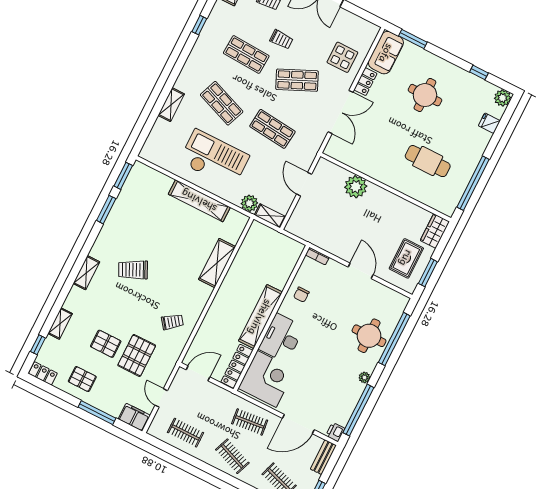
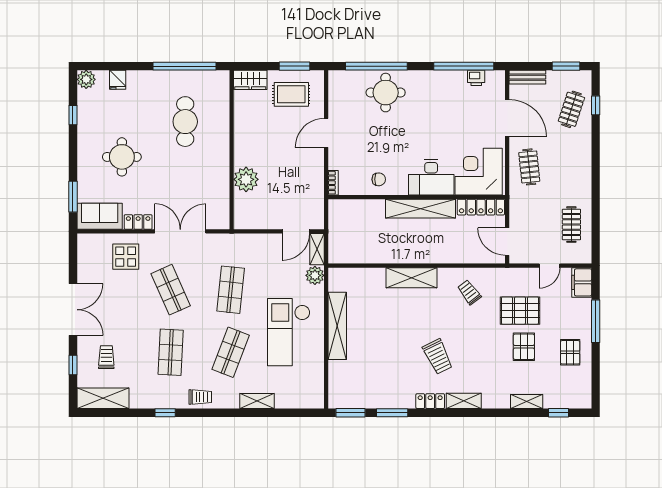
trolley: (281, 39) -> (200, 397), moved, turned 90
door: (304, 184) -> (296, 231), moved
shelving: (217, 263) -> (412, 278), moved
locker: (43, 373) -> (430, 401), moved, turned 90
plant: (364, 377) -> (429, 76), removed
printer: (335, 432) -> (476, 78), moved
clothes rail: (232, 456) -> (571, 167), removed

